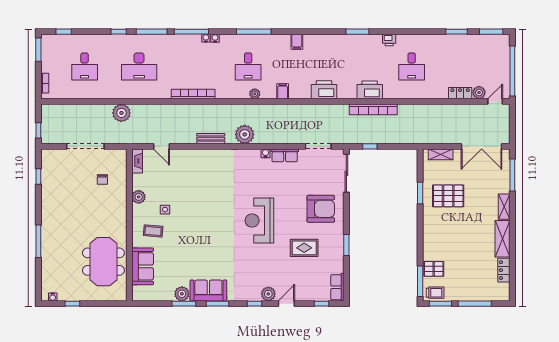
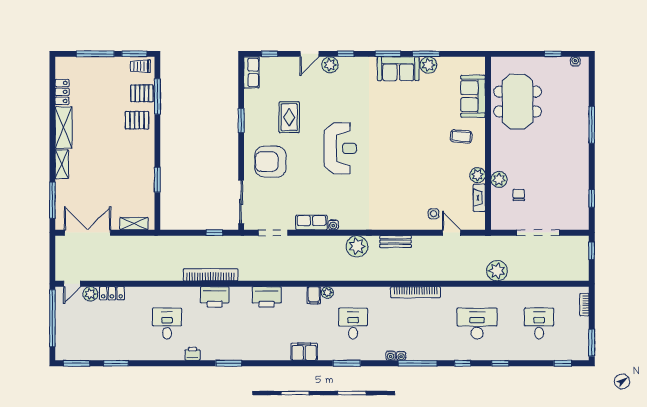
window: (152, 32) -> (463, 363), width x0.46
window: (254, 32) -> (347, 363), width x0.69
filing cabinet: (297, 42) -> (304, 352), width x2.00
plant: (255, 94) -> (327, 293), moved
fireplace: (137, 161) -> (479, 198), moved
plant: (120, 193) -> (499, 179), added
pallet: (448, 196) -> (137, 120), moved, width x0.67, depth x0.71
side table: (165, 210) -> (433, 214), moved
rug: (304, 248) -> (289, 117), turned 90
window: (420, 281) -> (157, 97), moved

